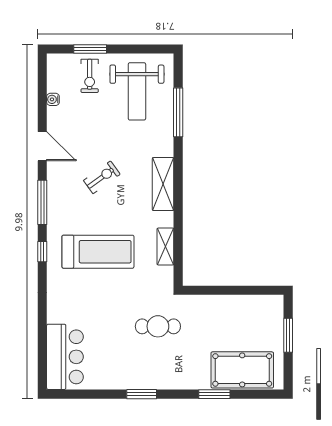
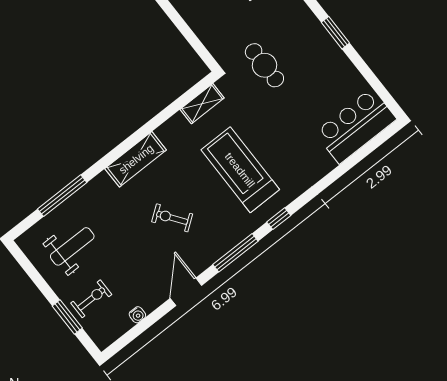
weight bench: (137, 91) -> (72, 246), width x0.73, depth x0.75
shelving: (165, 247) -> (202, 104), moved

